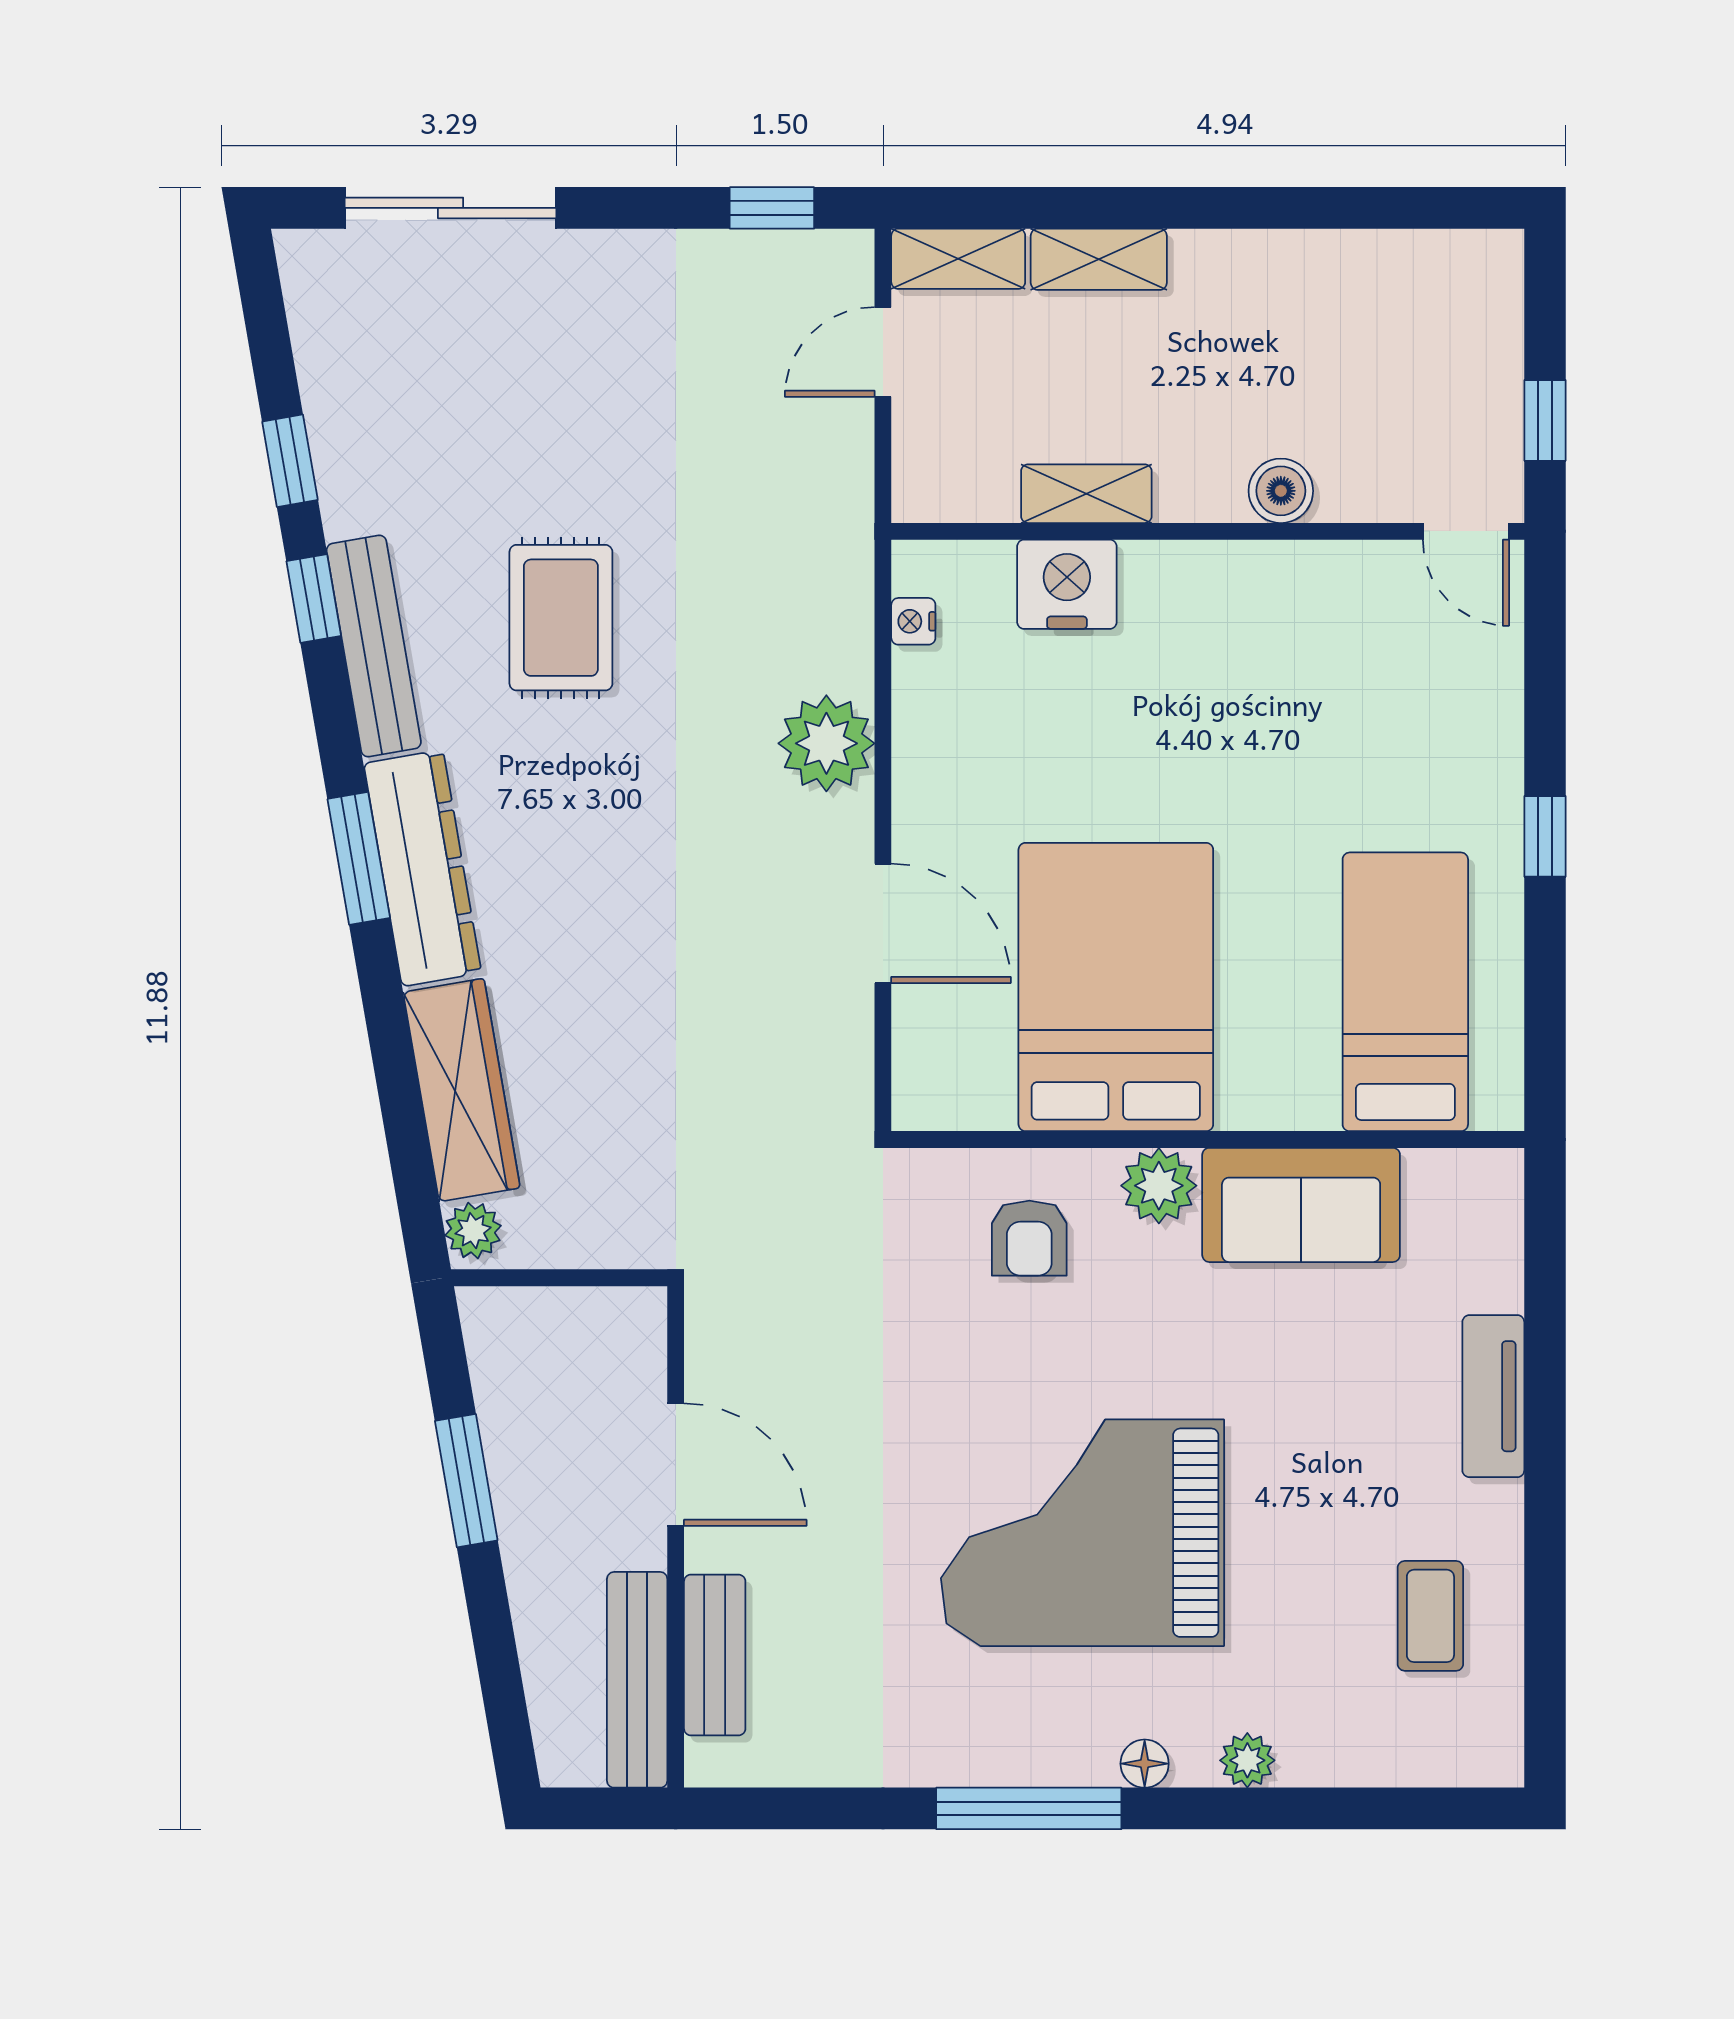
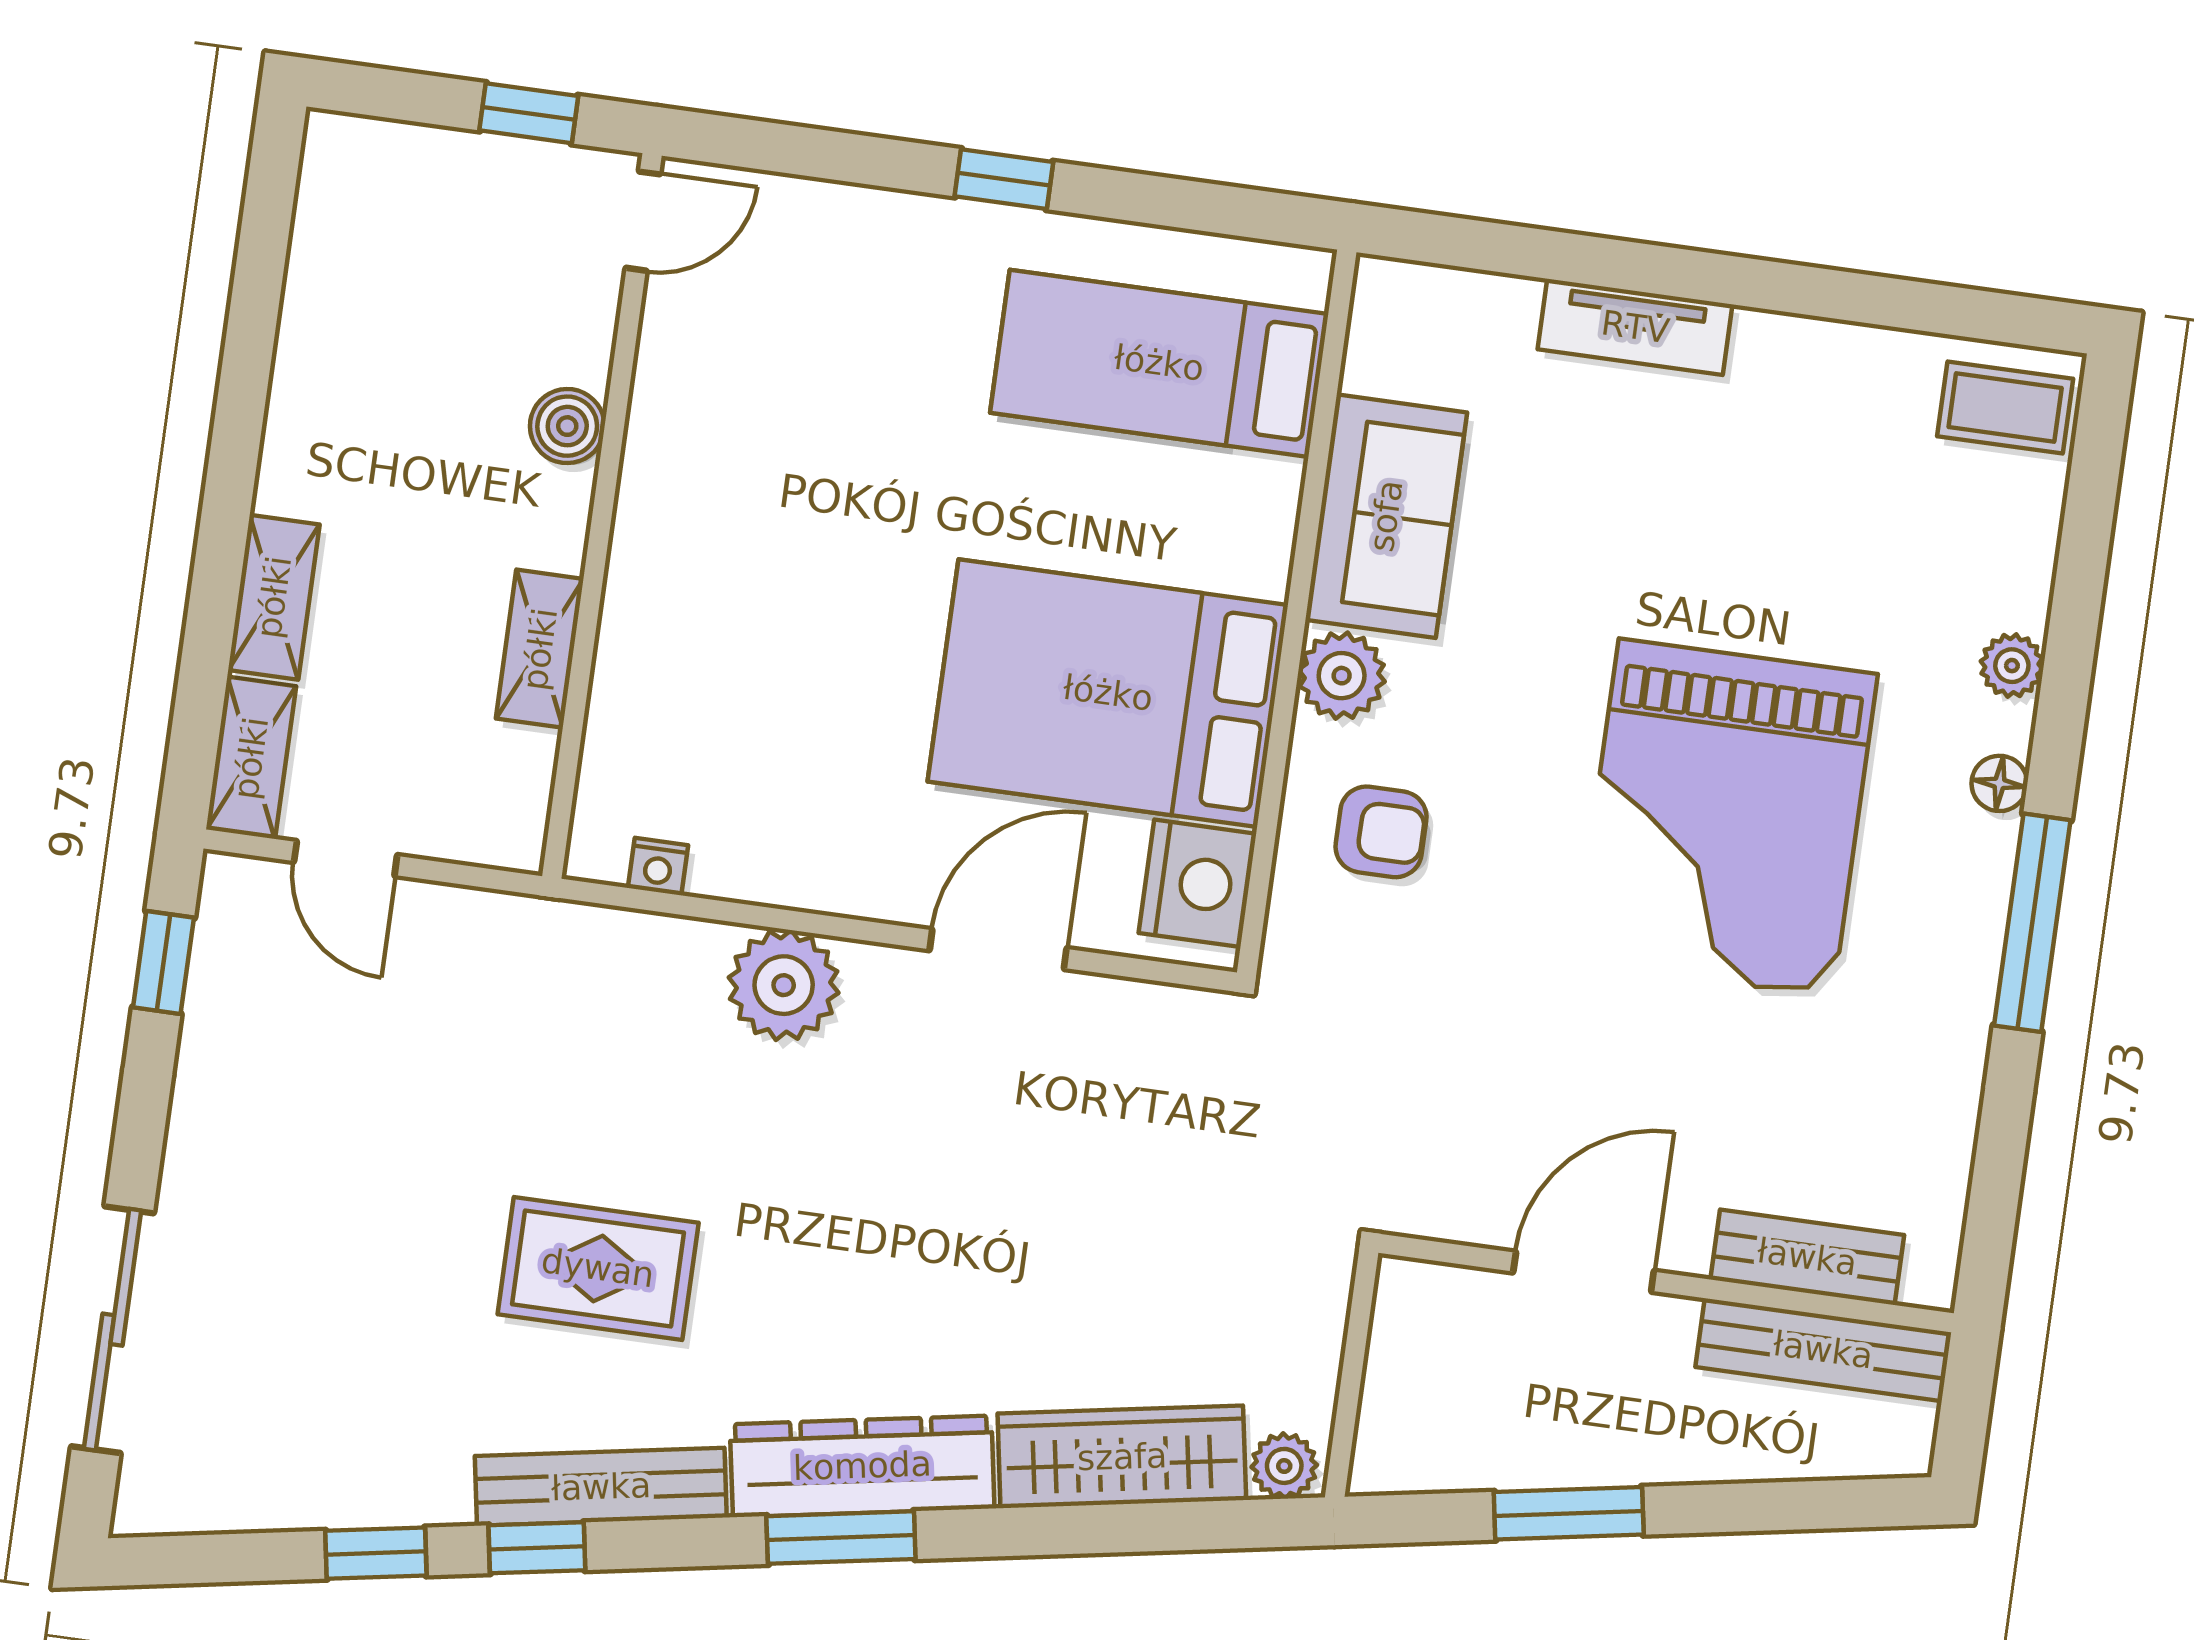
nightstand: (1067, 584) -> (1197, 883), moved, turned 180
coffee table: (1430, 1616) -> (2005, 407), moved

